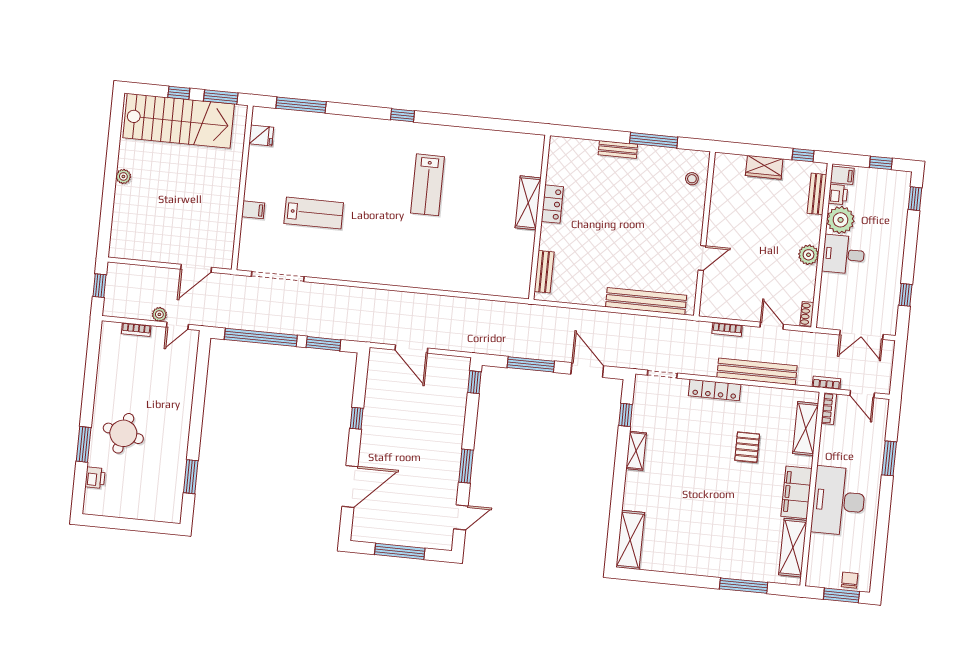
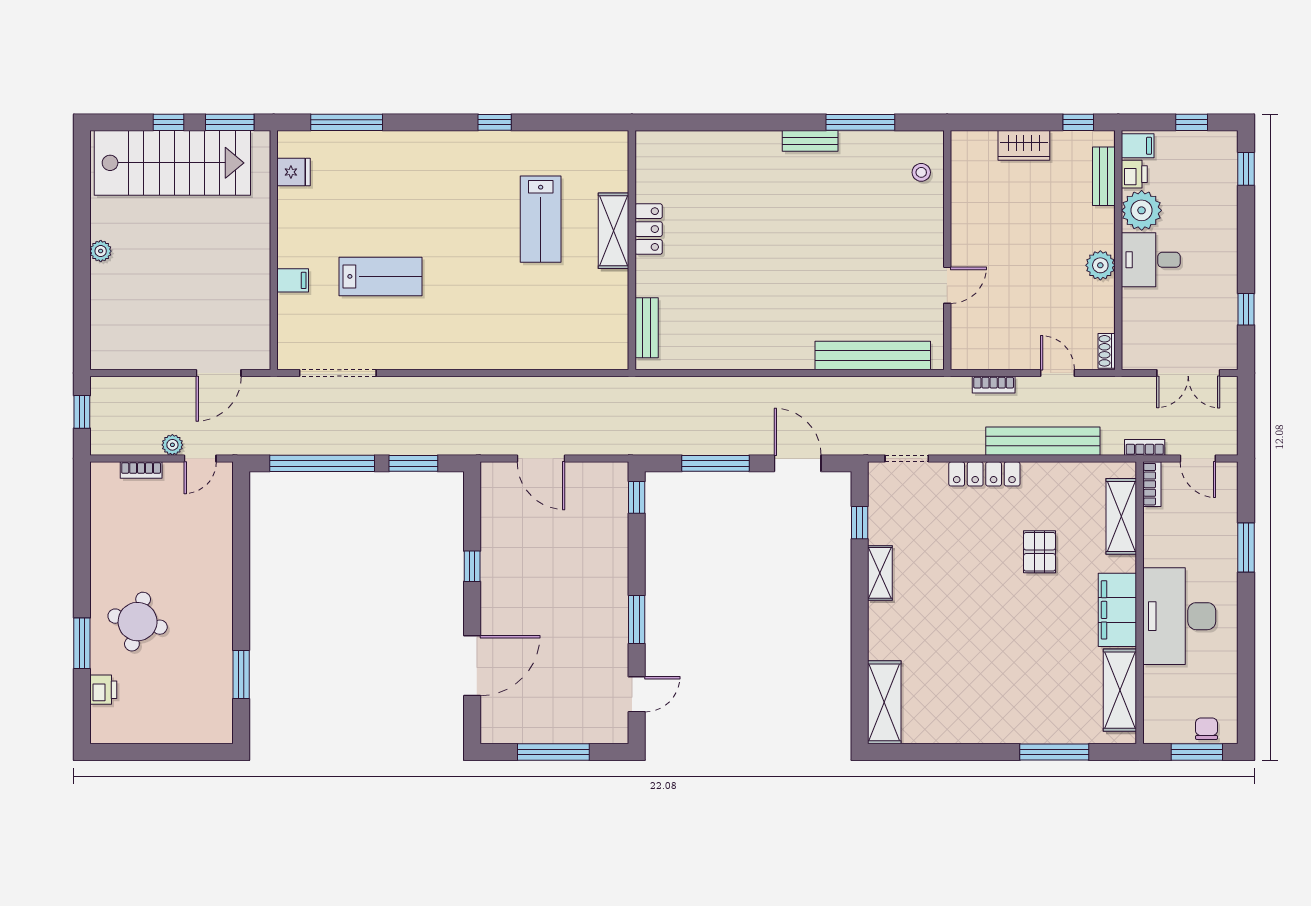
shelving: (528, 203) -> (613, 231), moved
locker: (552, 204) -> (649, 229), moved
wall: (539, 217) -> (632, 250), moved
bench: (544, 272) -> (647, 328), moved

